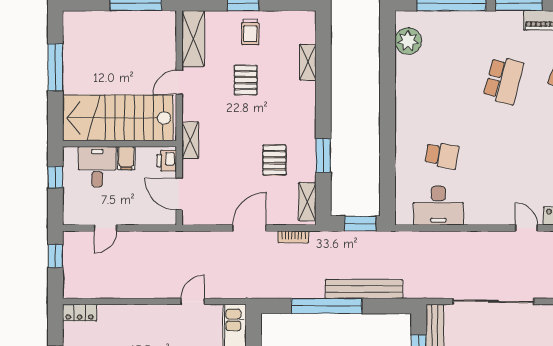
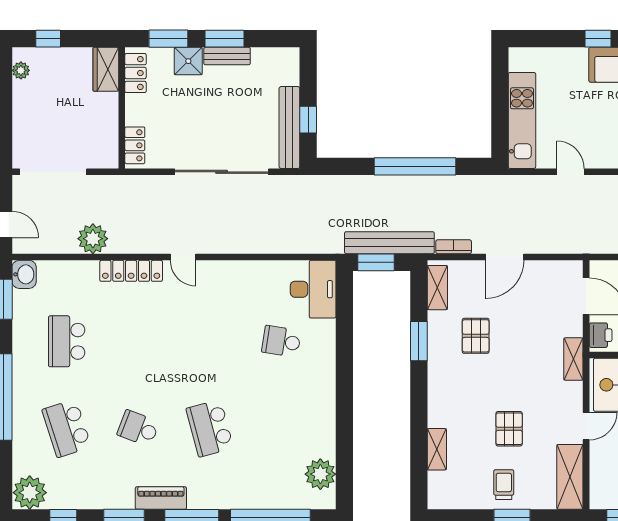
school desk: (503, 80) -> (210, 428), turned -30
desk: (438, 206) -> (313, 289), moved, turned 90
bench: (364, 289) -> (389, 243), moved
door: (193, 301) -> (571, 172), swing flipped

